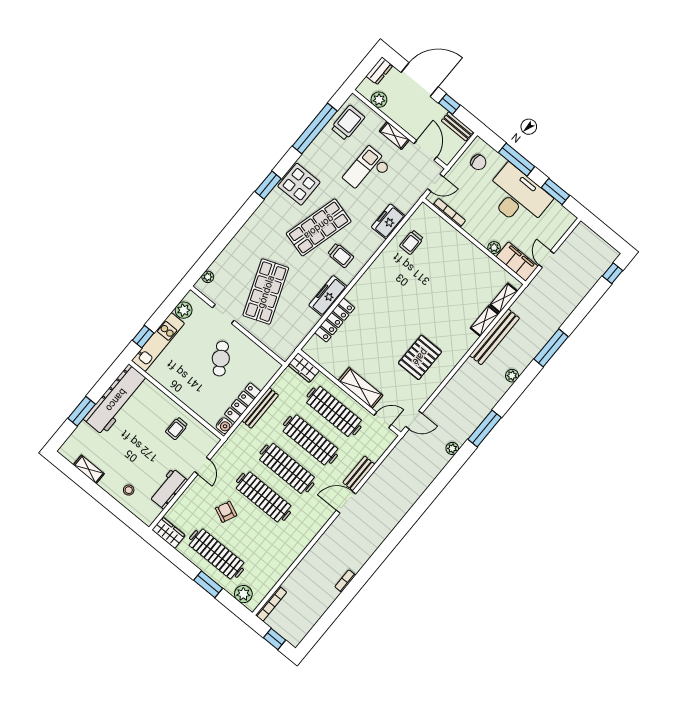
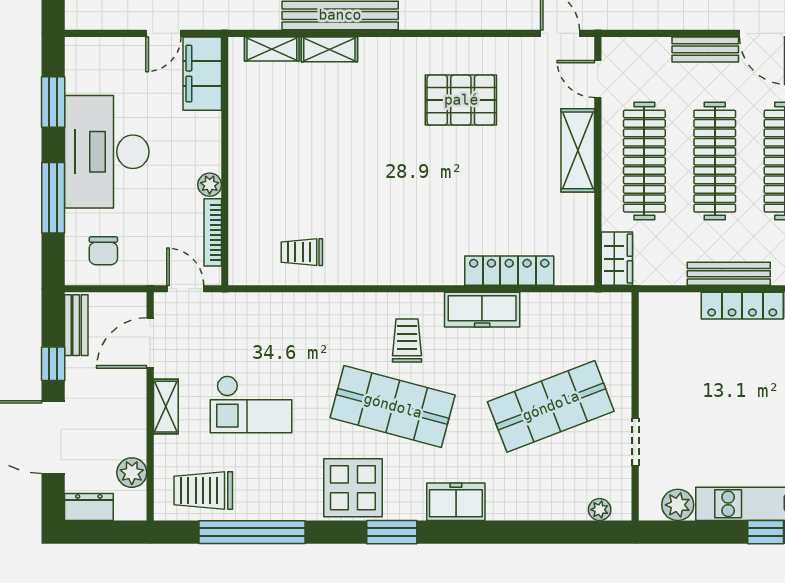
chair: (478, 162) -> (103, 251), turned 180
freezer: (388, 222) -> (456, 502), moved, turned 180
trolley: (411, 242) -> (302, 252), turned 180
plant: (494, 248) -> (210, 185), moved
cafe table: (221, 359) -> (704, 391), removed

